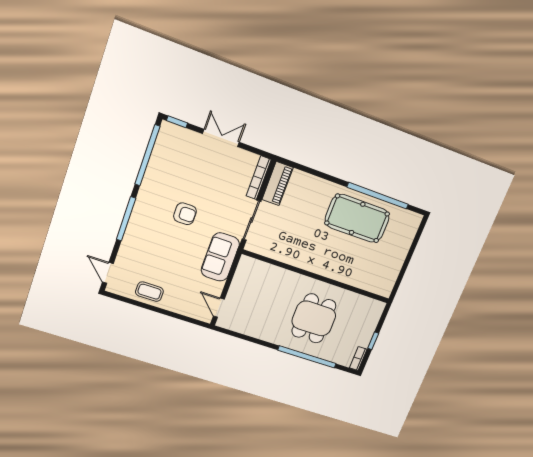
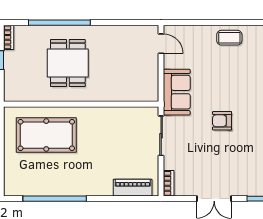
bookcase: (259, 178) -> (169, 183), width x0.64
piano: (278, 184) -> (133, 188), moved, turned 90
pool table: (357, 218) -> (46, 135), moved

